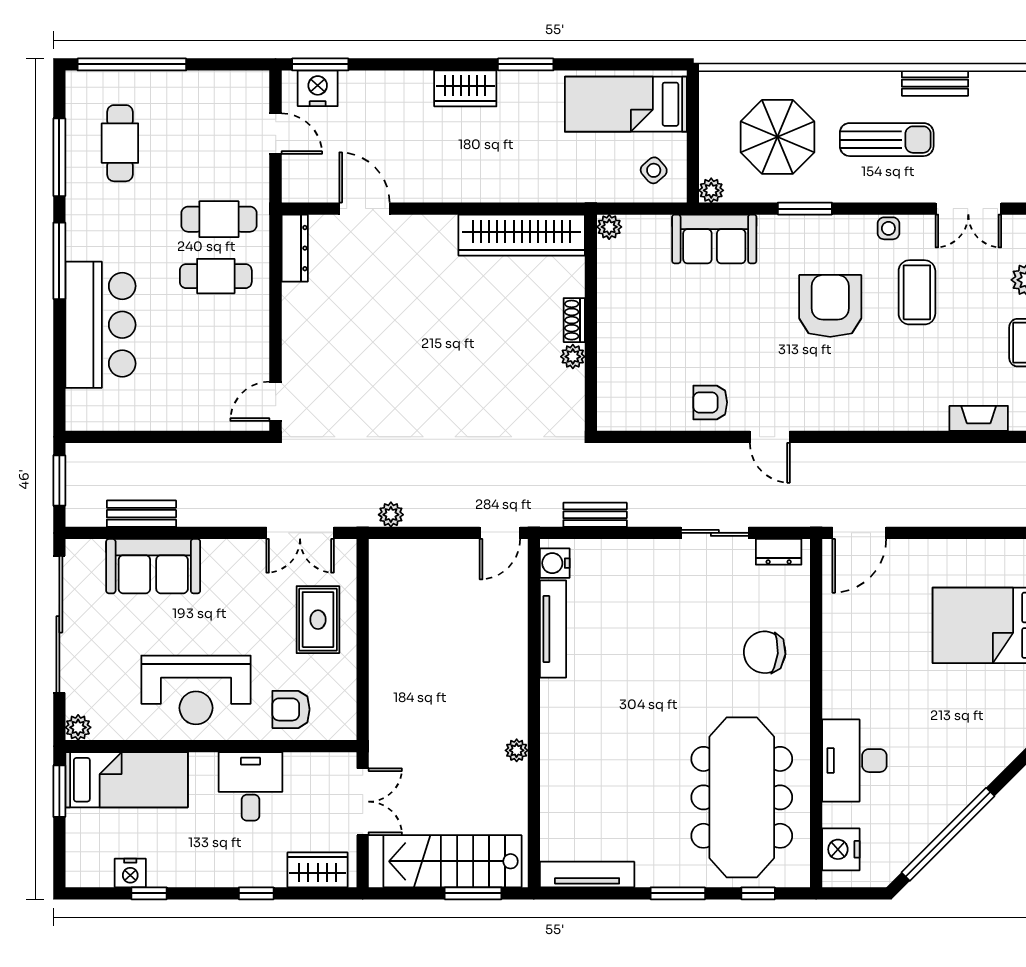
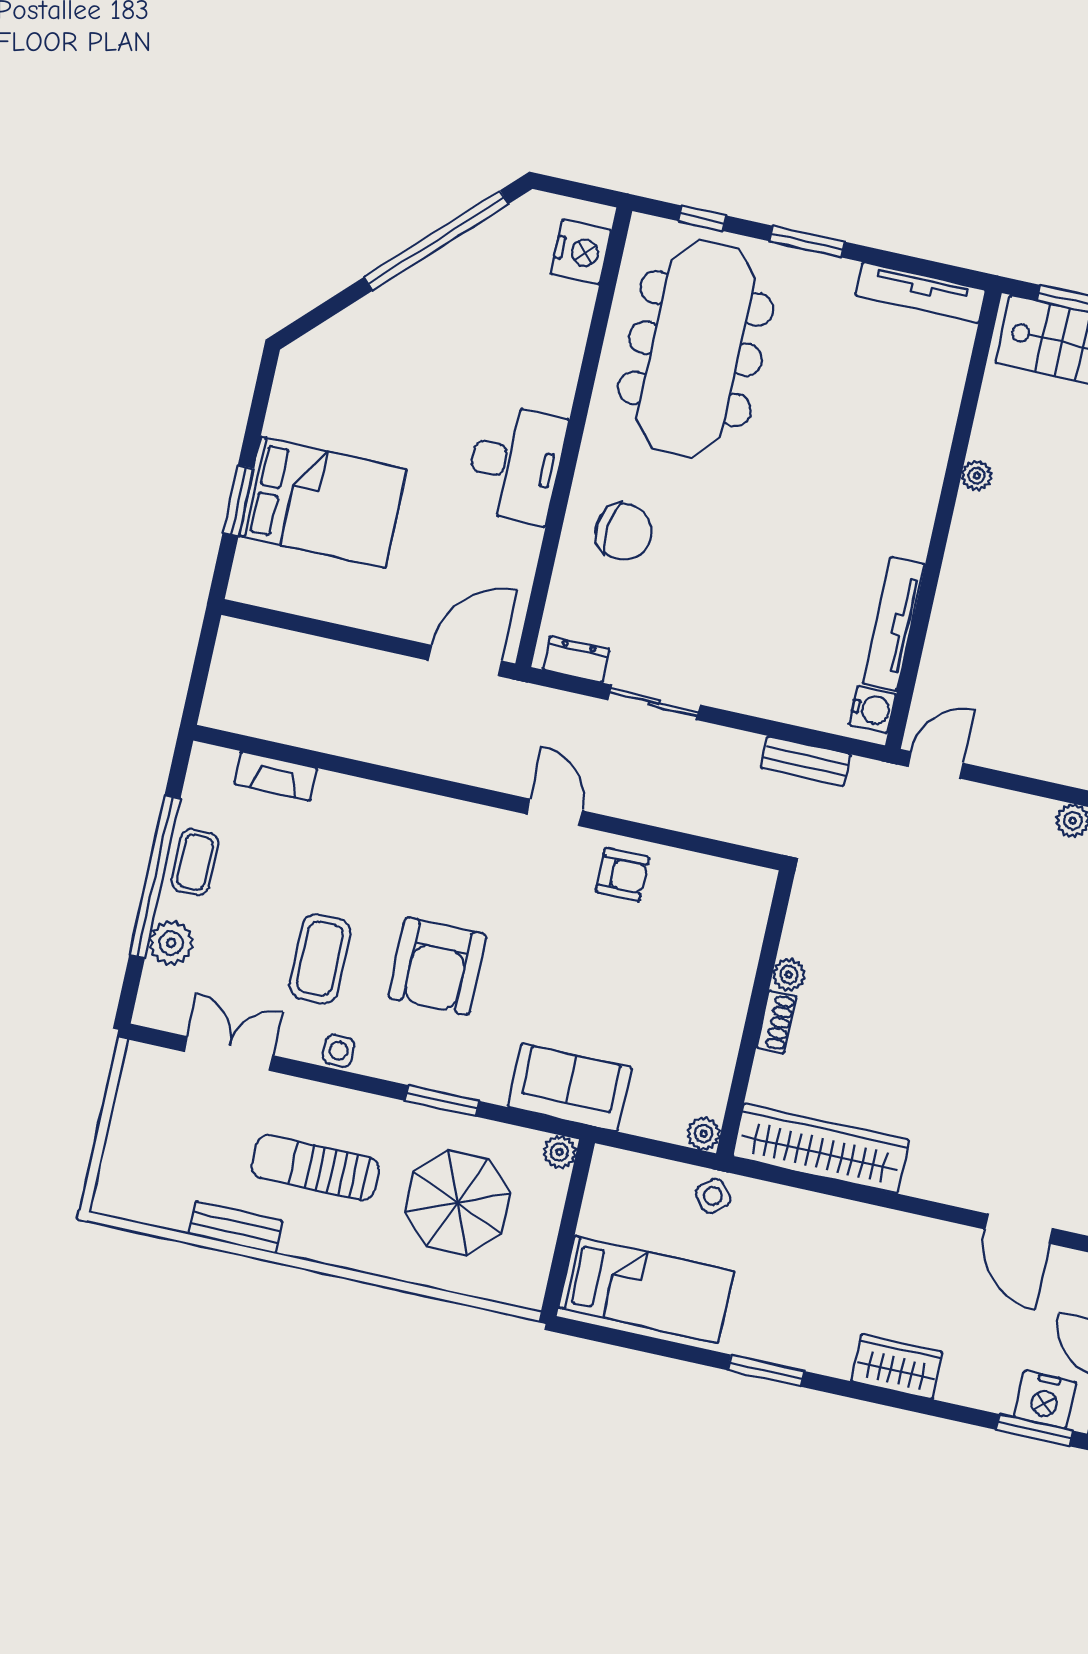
wardrobe: (465, 88) -> (897, 1367), moved
side table: (654, 170) -> (713, 1196), moved
desk: (854, 761) -> (515, 464), moved

